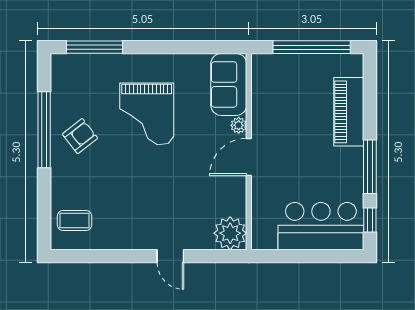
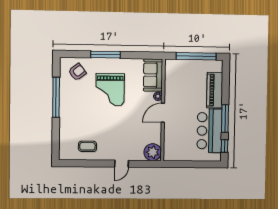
window: (95, 47) -> (105, 55), moved
armchair: (80, 136) -> (77, 72), moved
coffee table: (75, 220) -> (87, 146), moved
bar counter: (321, 226) -> (209, 131), moved, turned -90
door: (170, 256) -> (122, 164), hinge flipped

